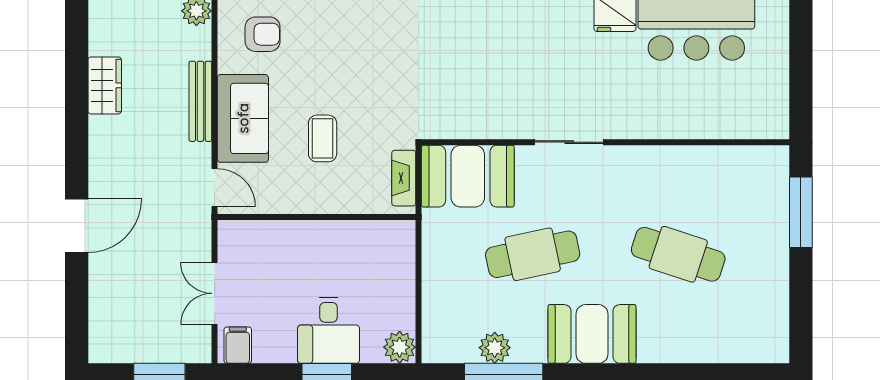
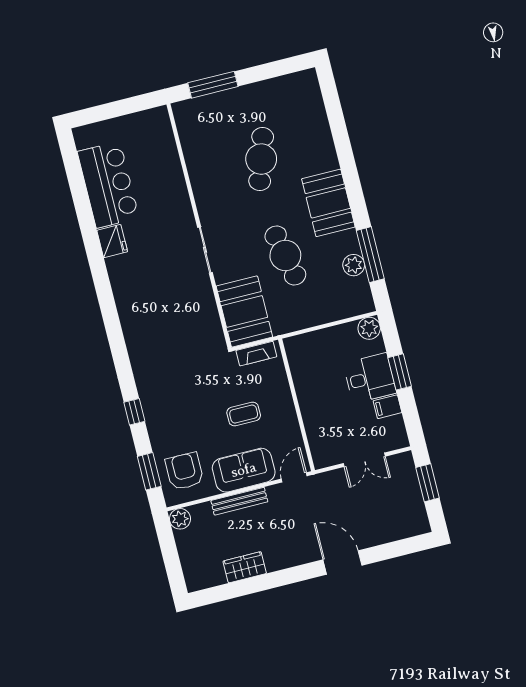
armchair: (263, 34) -> (184, 471), width x1.38, depth x1.38
filing cabinet: (238, 345) -> (387, 407), moved

